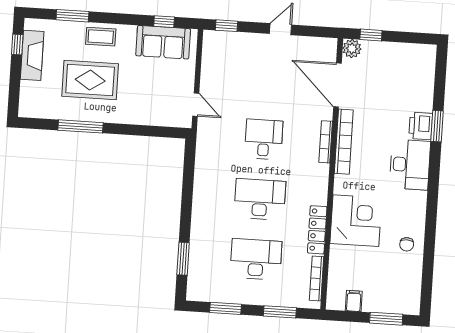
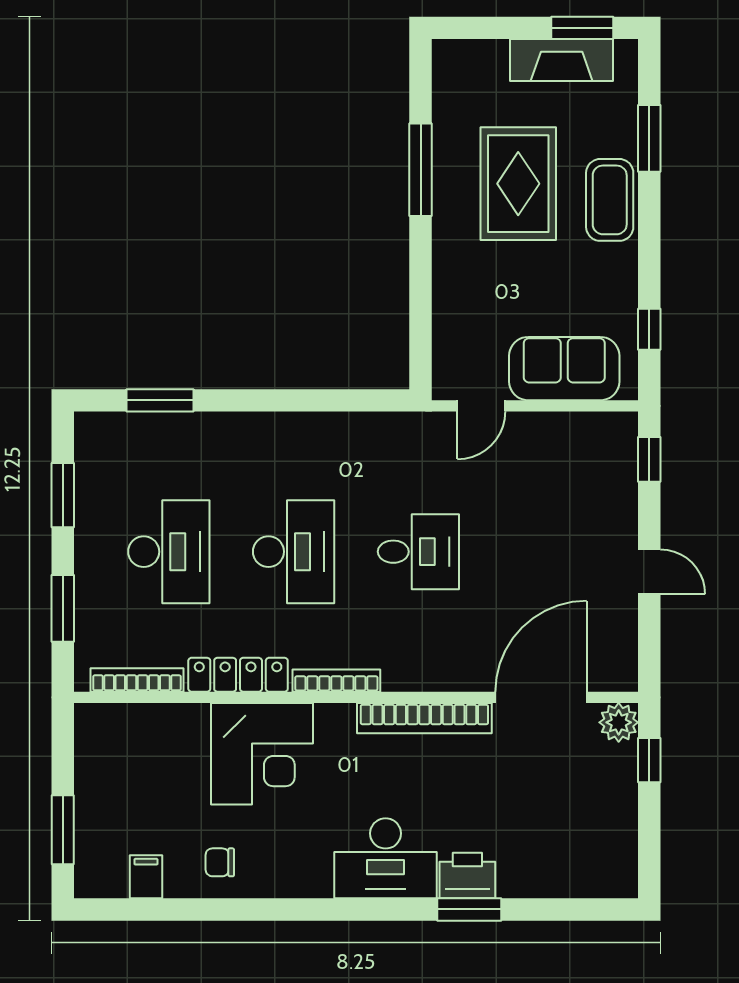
coffee table: (101, 37) -> (610, 200), width x1.36, depth x1.30
sofa: (163, 42) -> (564, 369), moved, turned 90
window: (17, 44) -> (582, 28), width x1.50
bookcase: (326, 142) -> (336, 681), moved
filing cabinet: (354, 301) -> (146, 877), moved, turned -90

